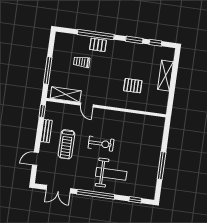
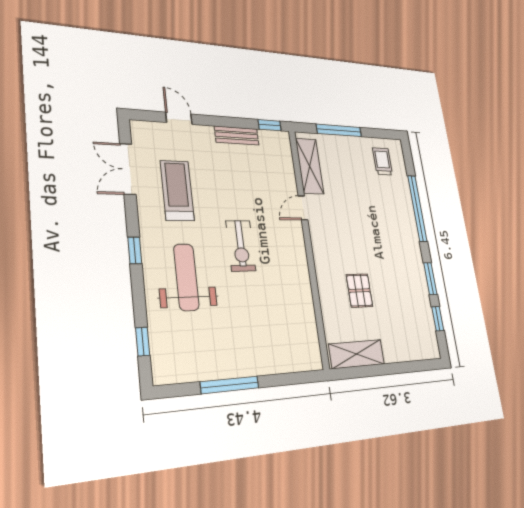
pallet: (98, 45) -> (404, 215), removed
trolley: (82, 62) -> (382, 161), moved
shelving: (165, 76) -> (357, 354), moved
treadmill: (66, 144) -> (177, 191), moved, turned 90
weight bench: (111, 174) -> (186, 277), turned 180
window: (96, 194) -> (135, 250), width x0.32

